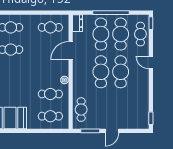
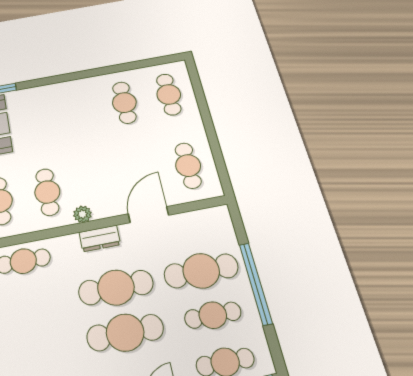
dresser: (77, 23) -> (100, 238), moved
cafe table: (121, 34) -> (213, 315), width x0.73, depth x0.74
door: (71, 51) -> (149, 215), hinge flipped

